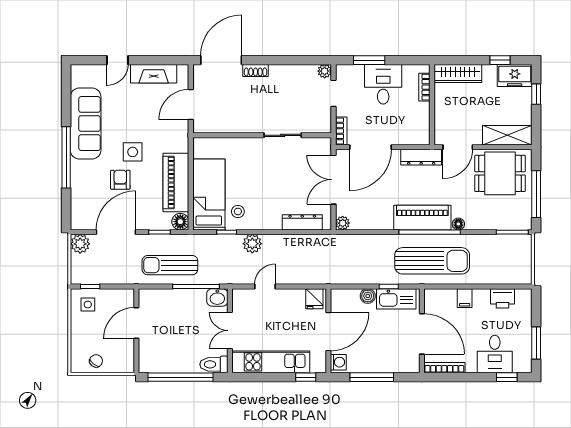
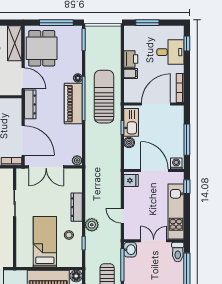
bed: (209, 195) -> (45, 242), moved, turned 90
dresser: (302, 222) -> (77, 207), moved
printer: (502, 298) -> (131, 59), moved
double door: (230, 331) -> (154, 241), swing flipped
window: (536, 343) -> (147, 23), moved

